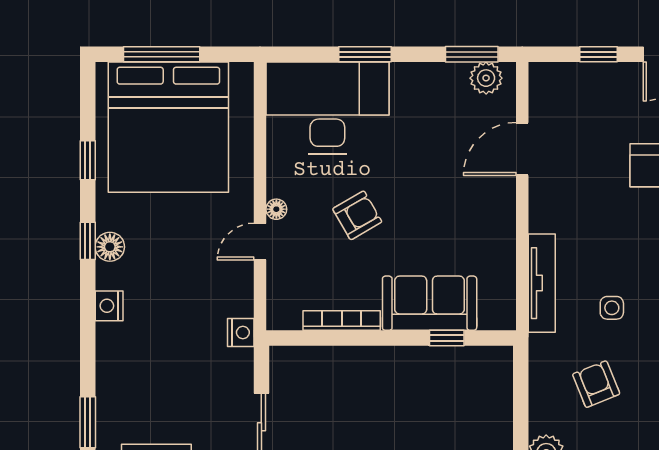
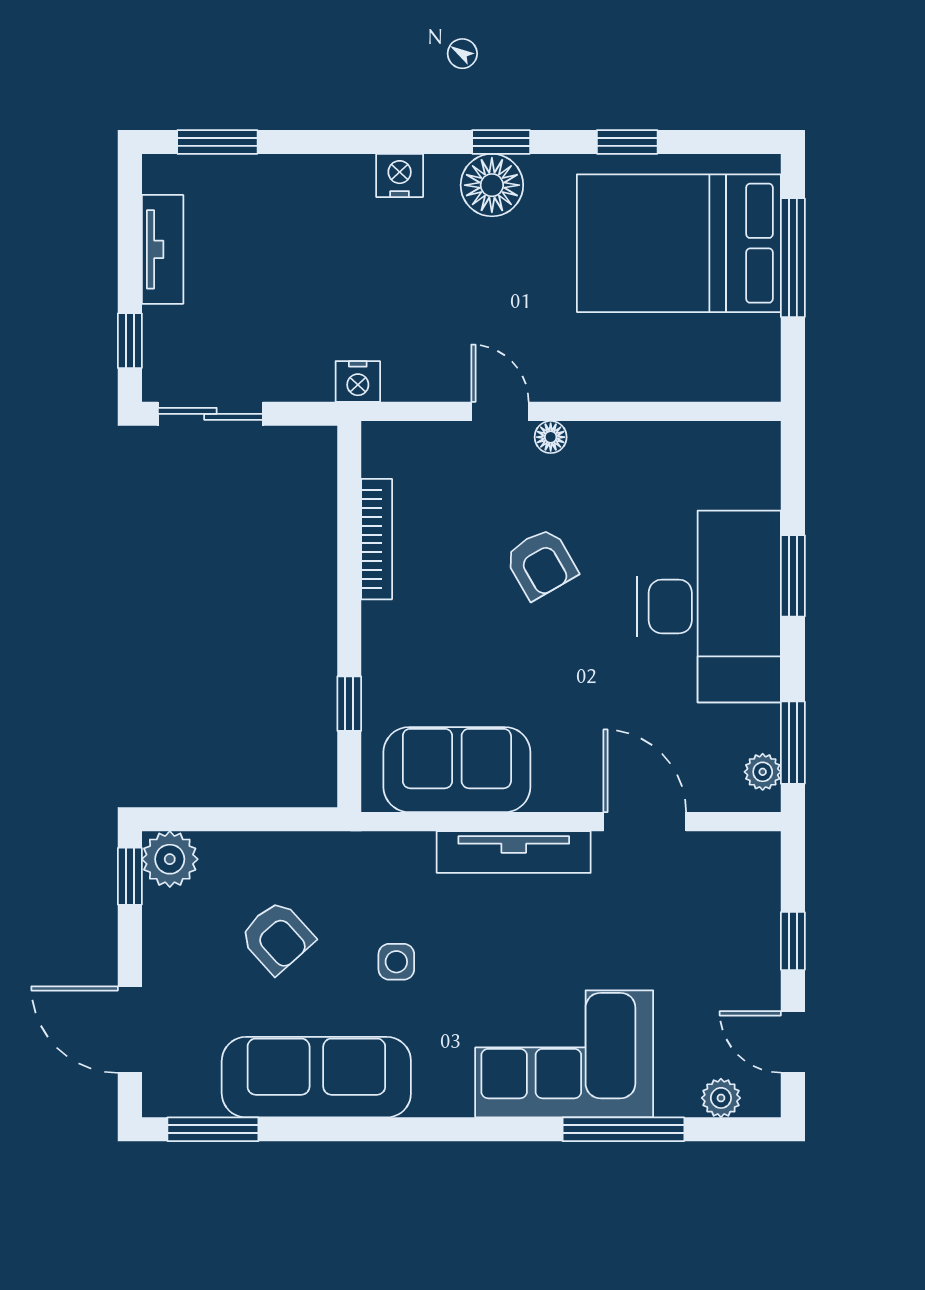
plant: (486, 78) -> (763, 772), width x0.73, depth x0.73
desk: (327, 108) -> (709, 606), moved
bed: (168, 127) -> (679, 243), width x0.73
floor lamp: (110, 247) -> (492, 185), width x1.38, depth x1.38
tv unit: (542, 283) -> (514, 852), moved
sofa: (430, 303) -> (457, 770), moved, turned -90
armchair: (596, 384) -> (277, 937), turned 70

